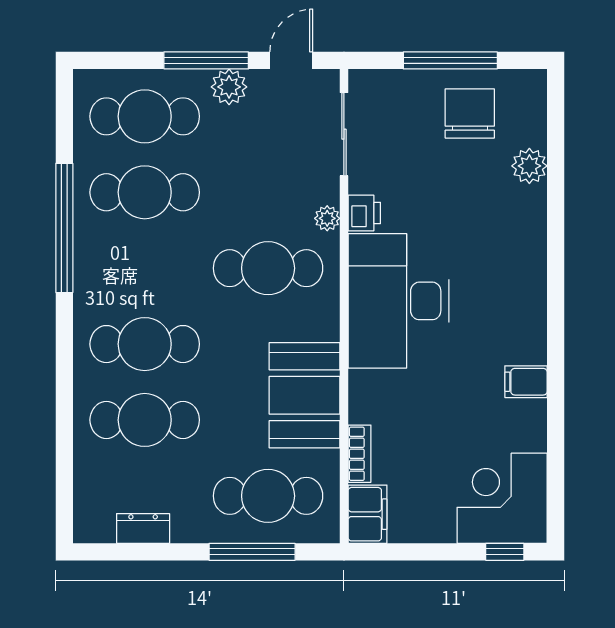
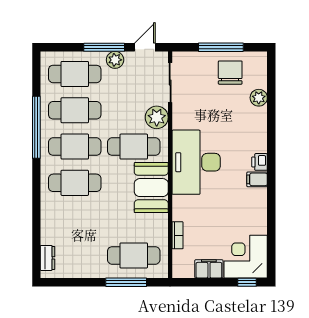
printer: (364, 213) -> (259, 162), moved, turned 180
plant: (327, 218) -> (157, 117), width x1.88, depth x1.88
filing cabinet: (526, 382) -> (257, 179), moved
booth: (305, 395) -> (151, 188), moved
cafe table: (145, 420) -> (75, 147), moved
filing cabinet: (367, 514) -> (209, 269), moved, turned -90
dresser: (143, 528) -> (47, 258), moved, turned 90

